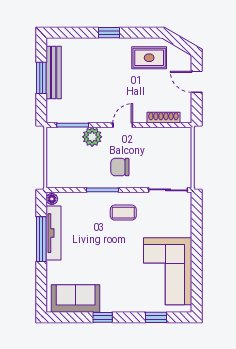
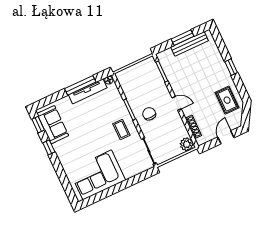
plant: (92, 137) -> (187, 144), moved
window: (156, 317) -> (38, 125), moved

